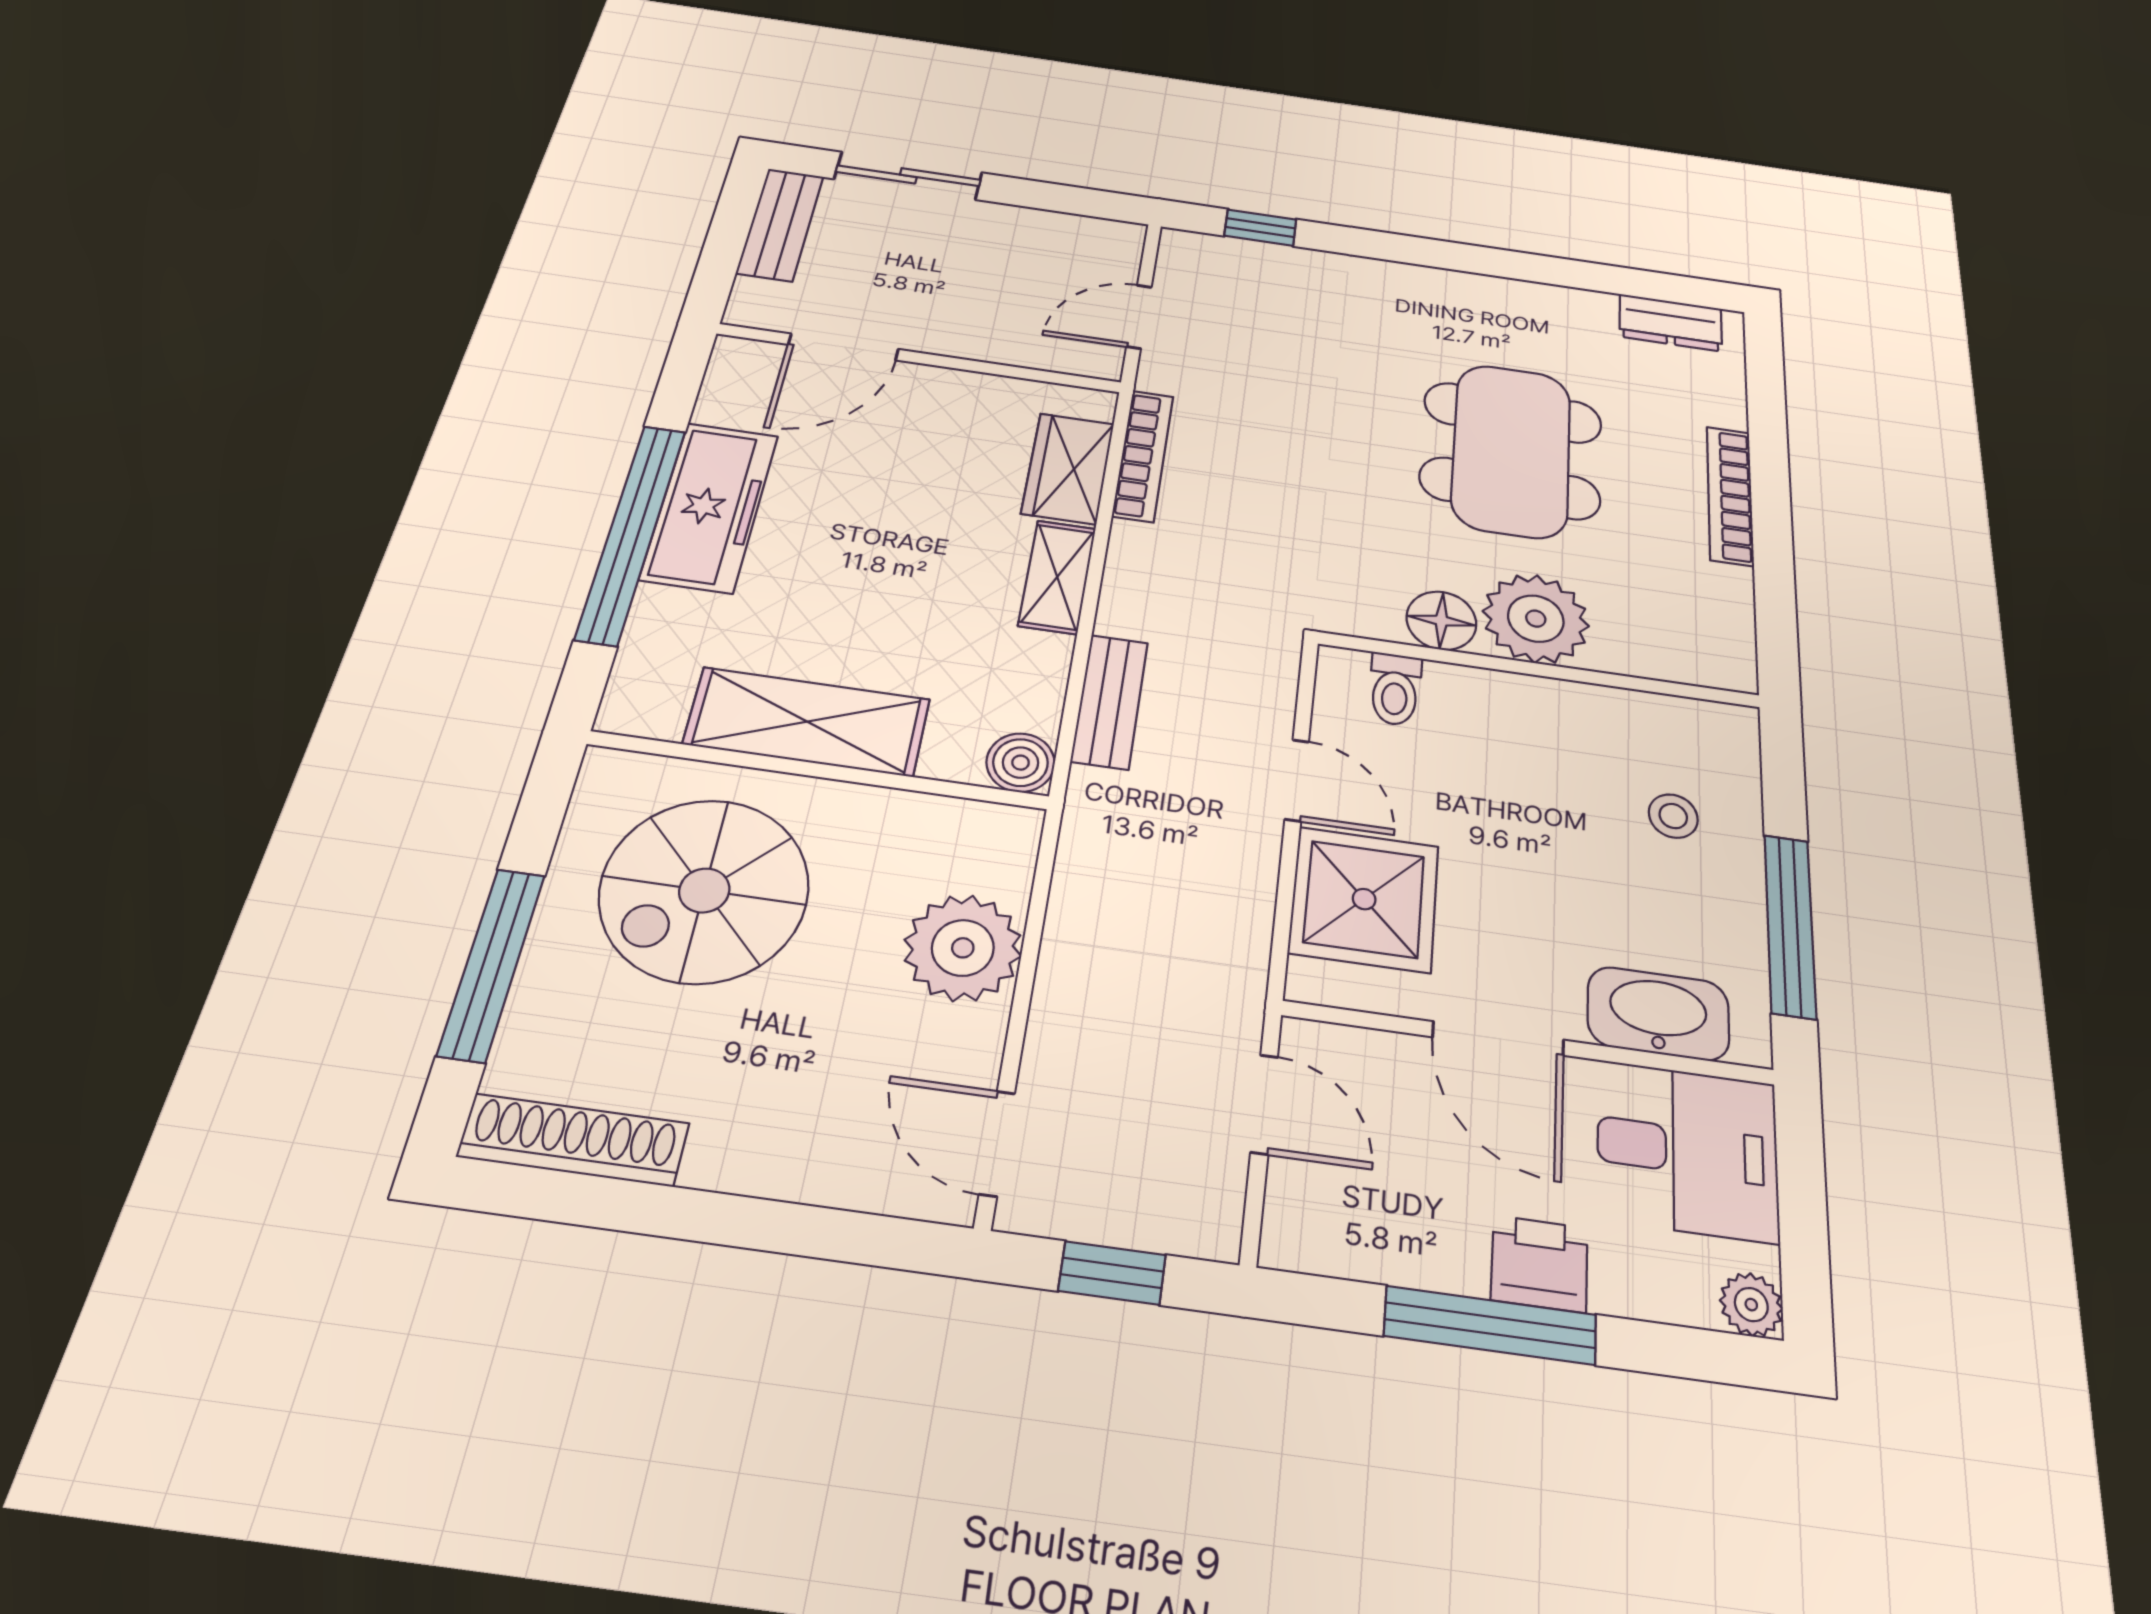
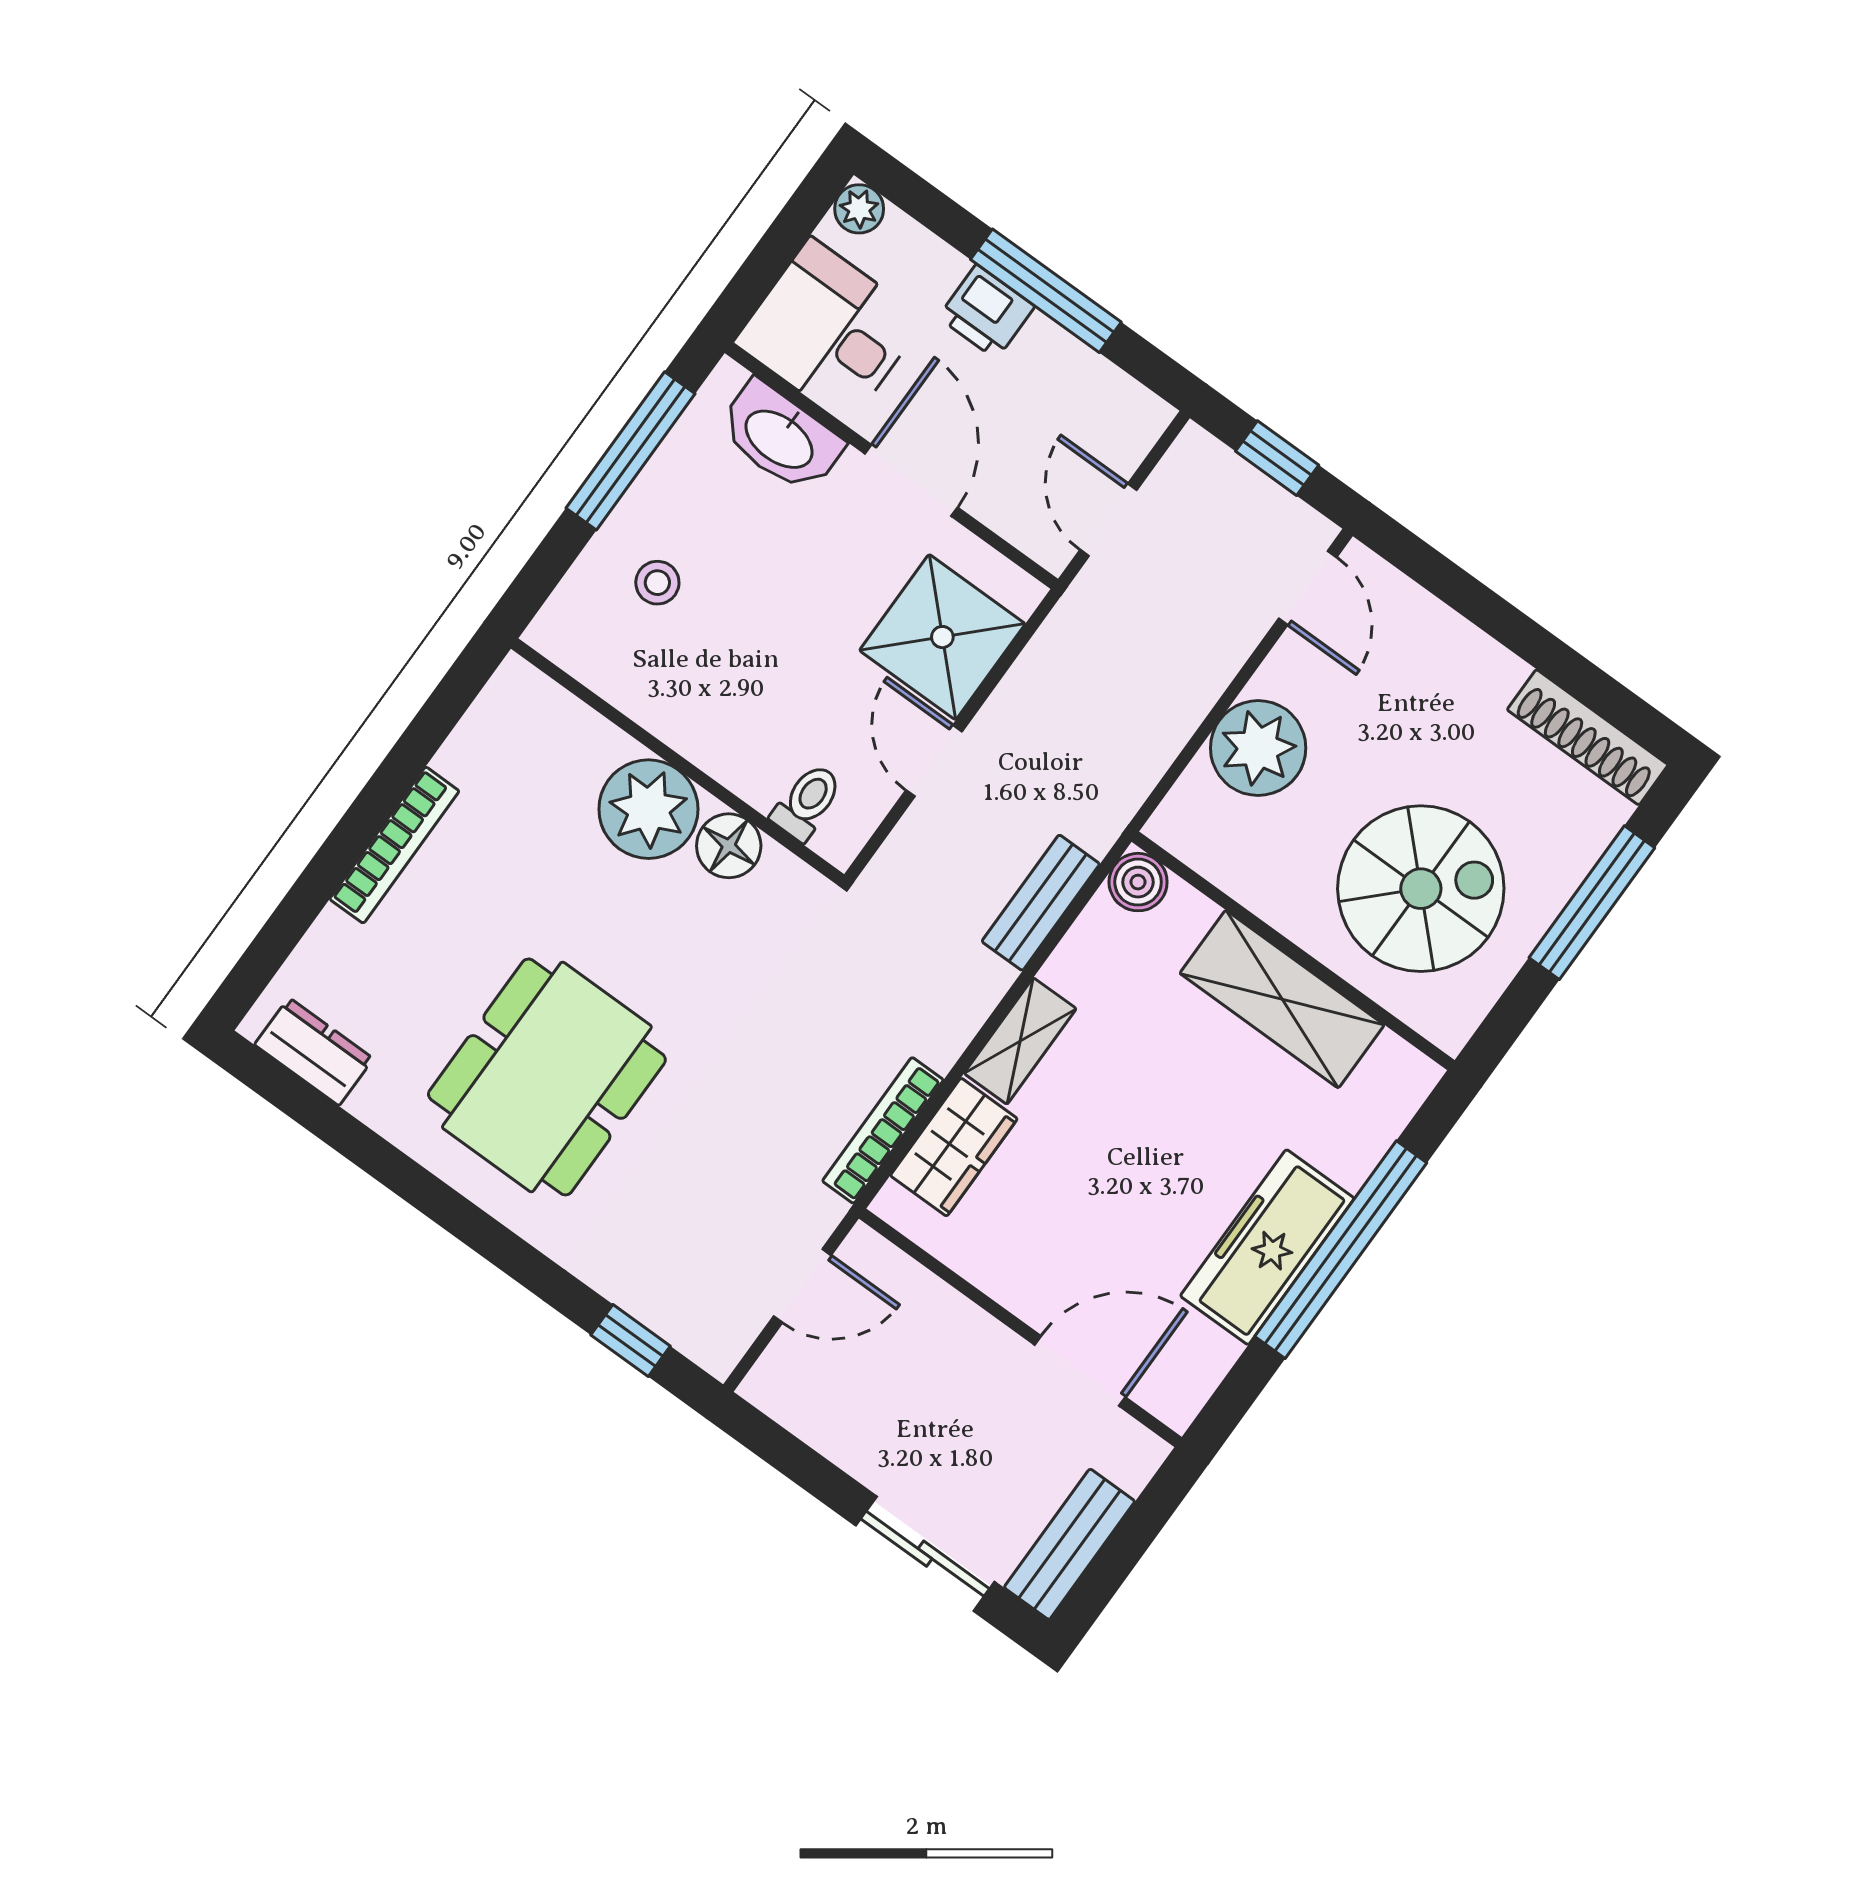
dining table: (1511, 450) -> (547, 1077), moved

